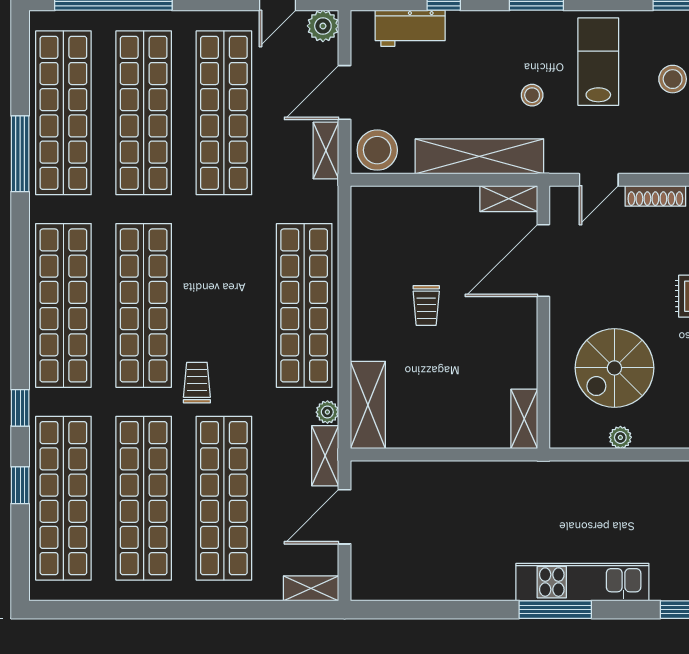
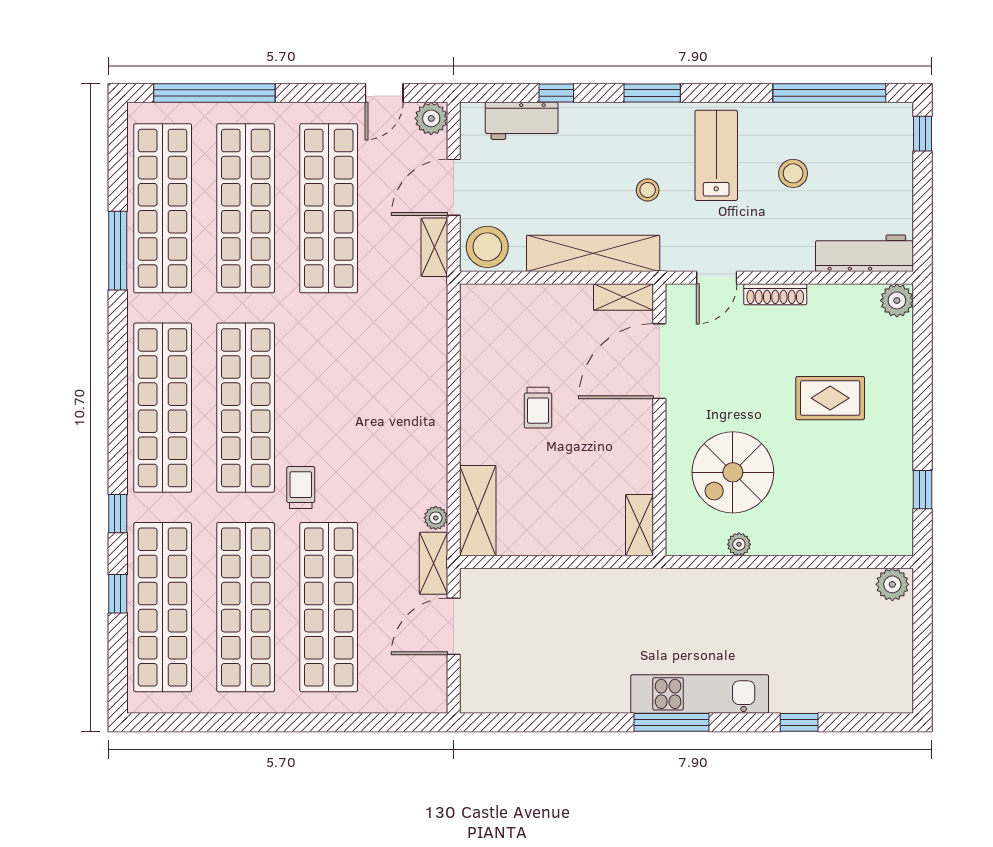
shop shelf: (304, 305) -> (412, 408), removed
shelving: (311, 588) -> (419, 700), removed

